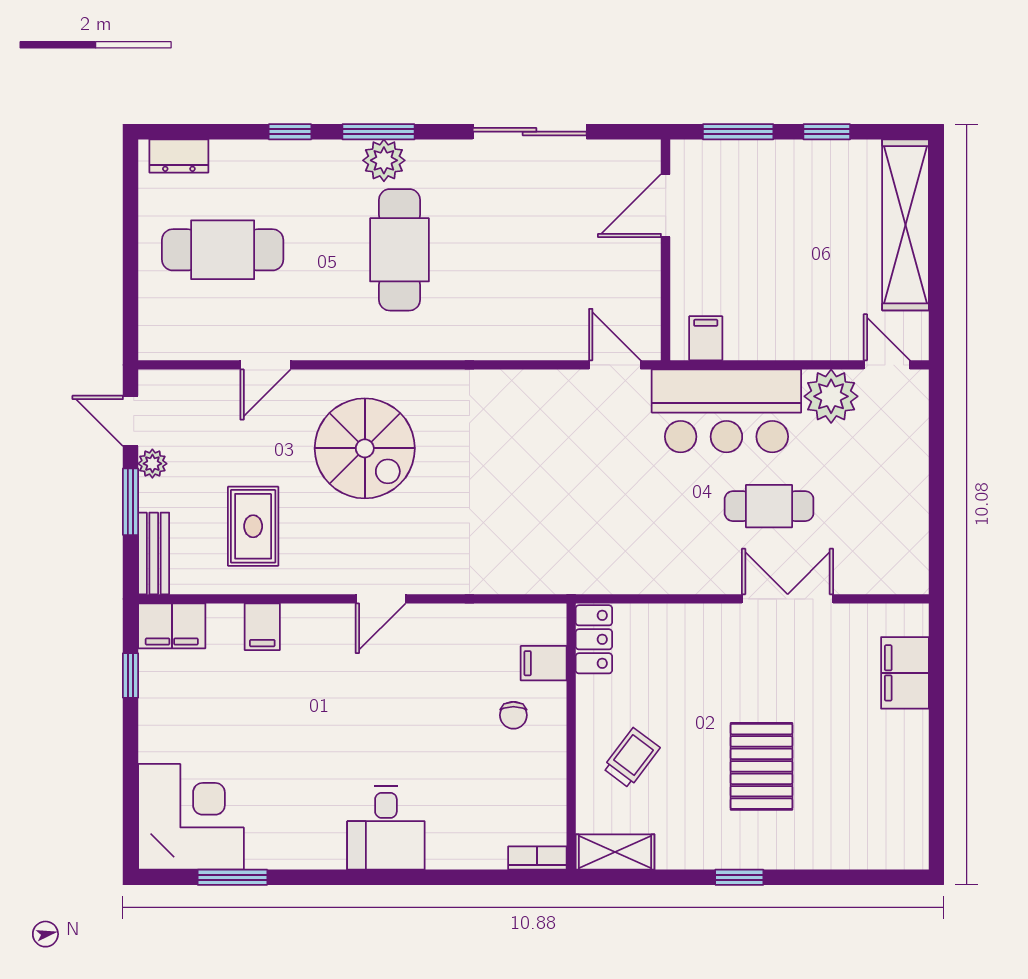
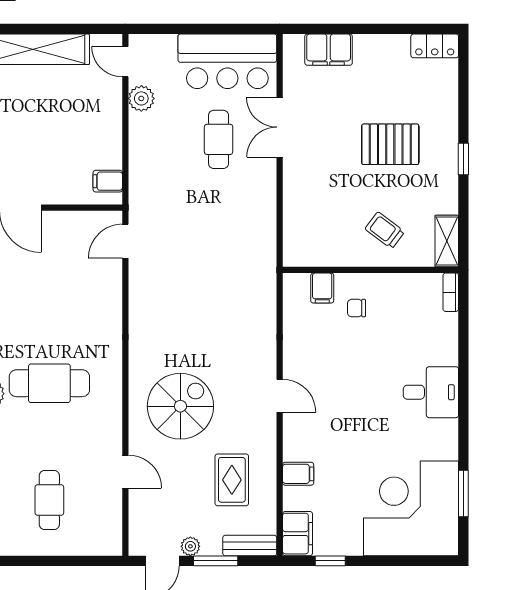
cafe table: (223, 250) -> (49, 500), width x0.73, depth x0.74
door: (887, 365) -> (125, 62), hinge flipped
plant: (831, 396) -> (141, 98), width x0.73, depth x0.73
bar counter: (726, 411) -> (227, 61), moved, turned 90
rug: (253, 526) -> (232, 480), turned 90
locker: (594, 639) -> (435, 46), moved, turned 180
chair: (513, 715) -> (357, 308), turned 180
corner desk: (191, 817) -> (411, 508), width x1.36, depth x1.36

